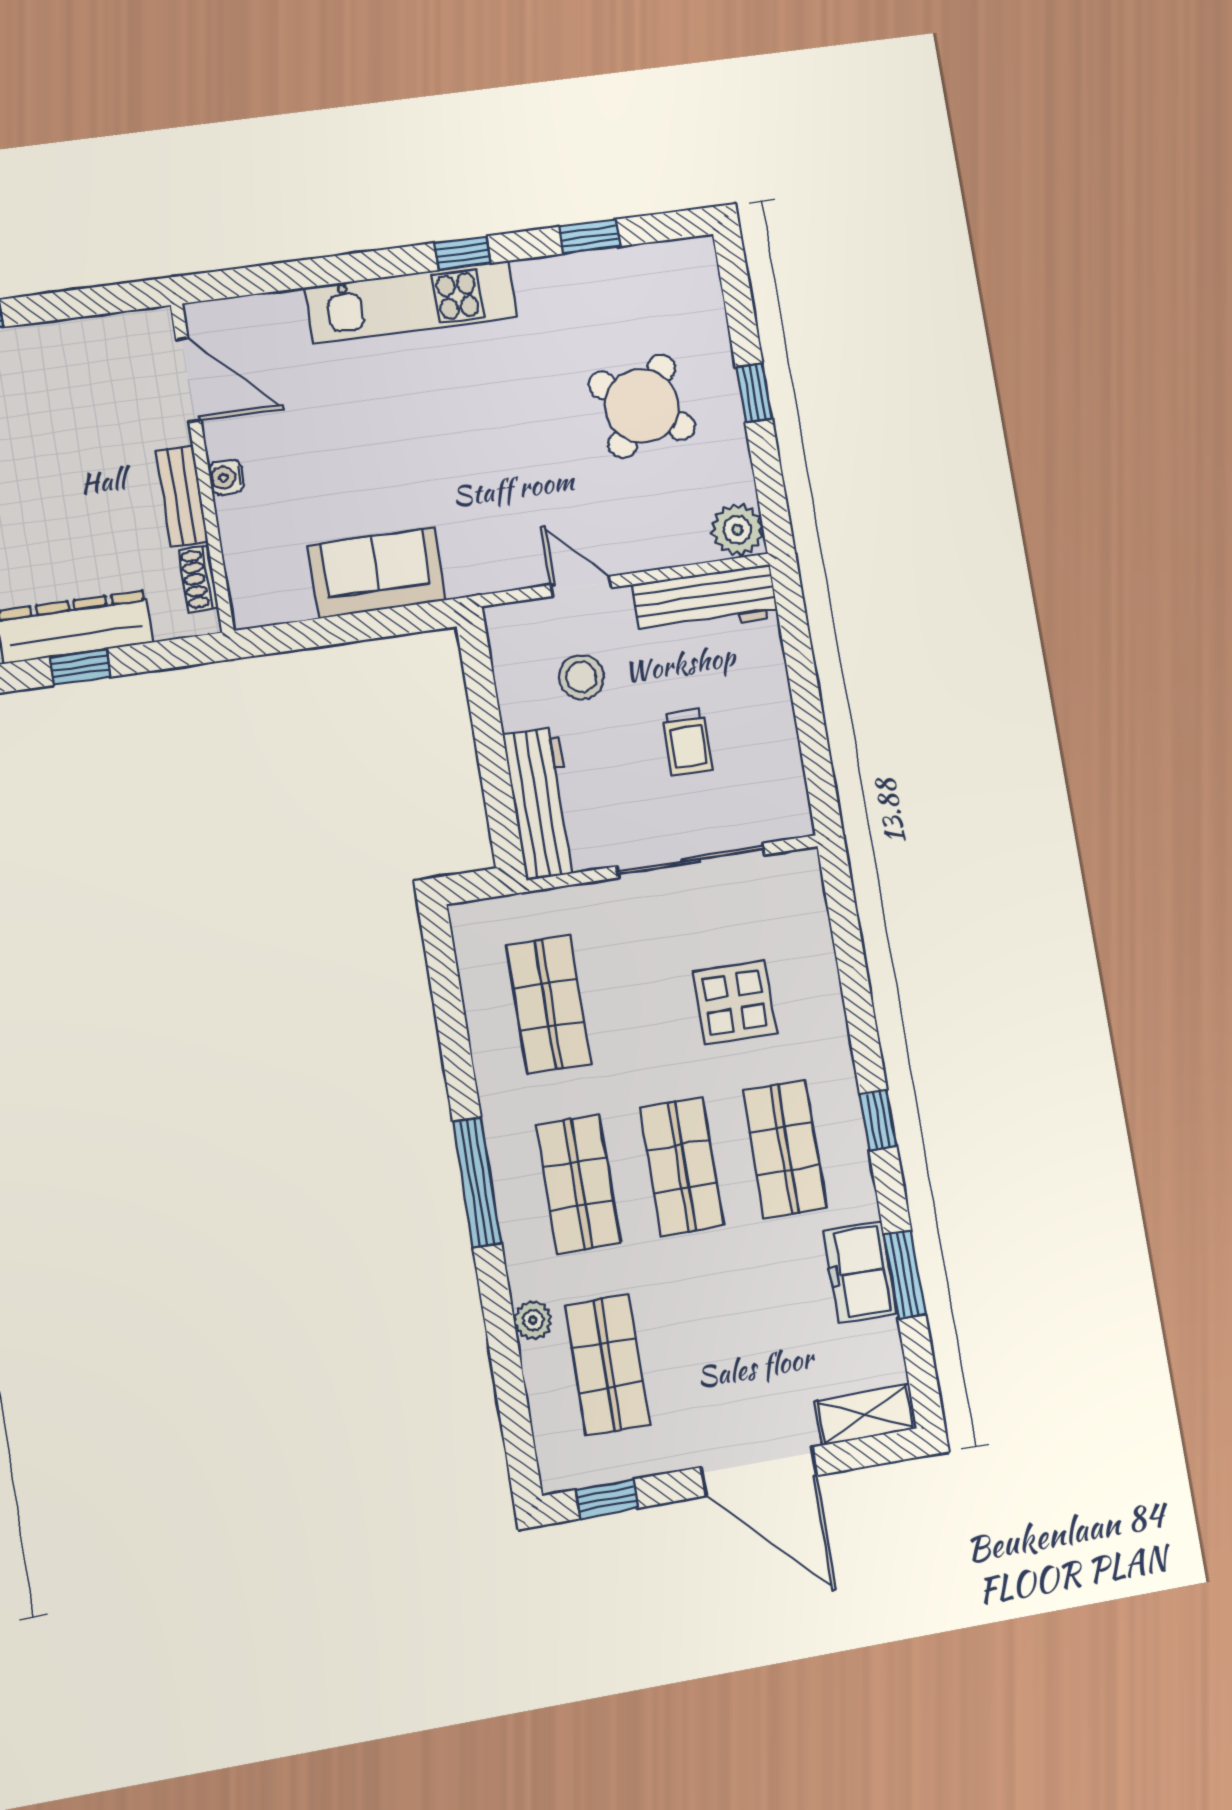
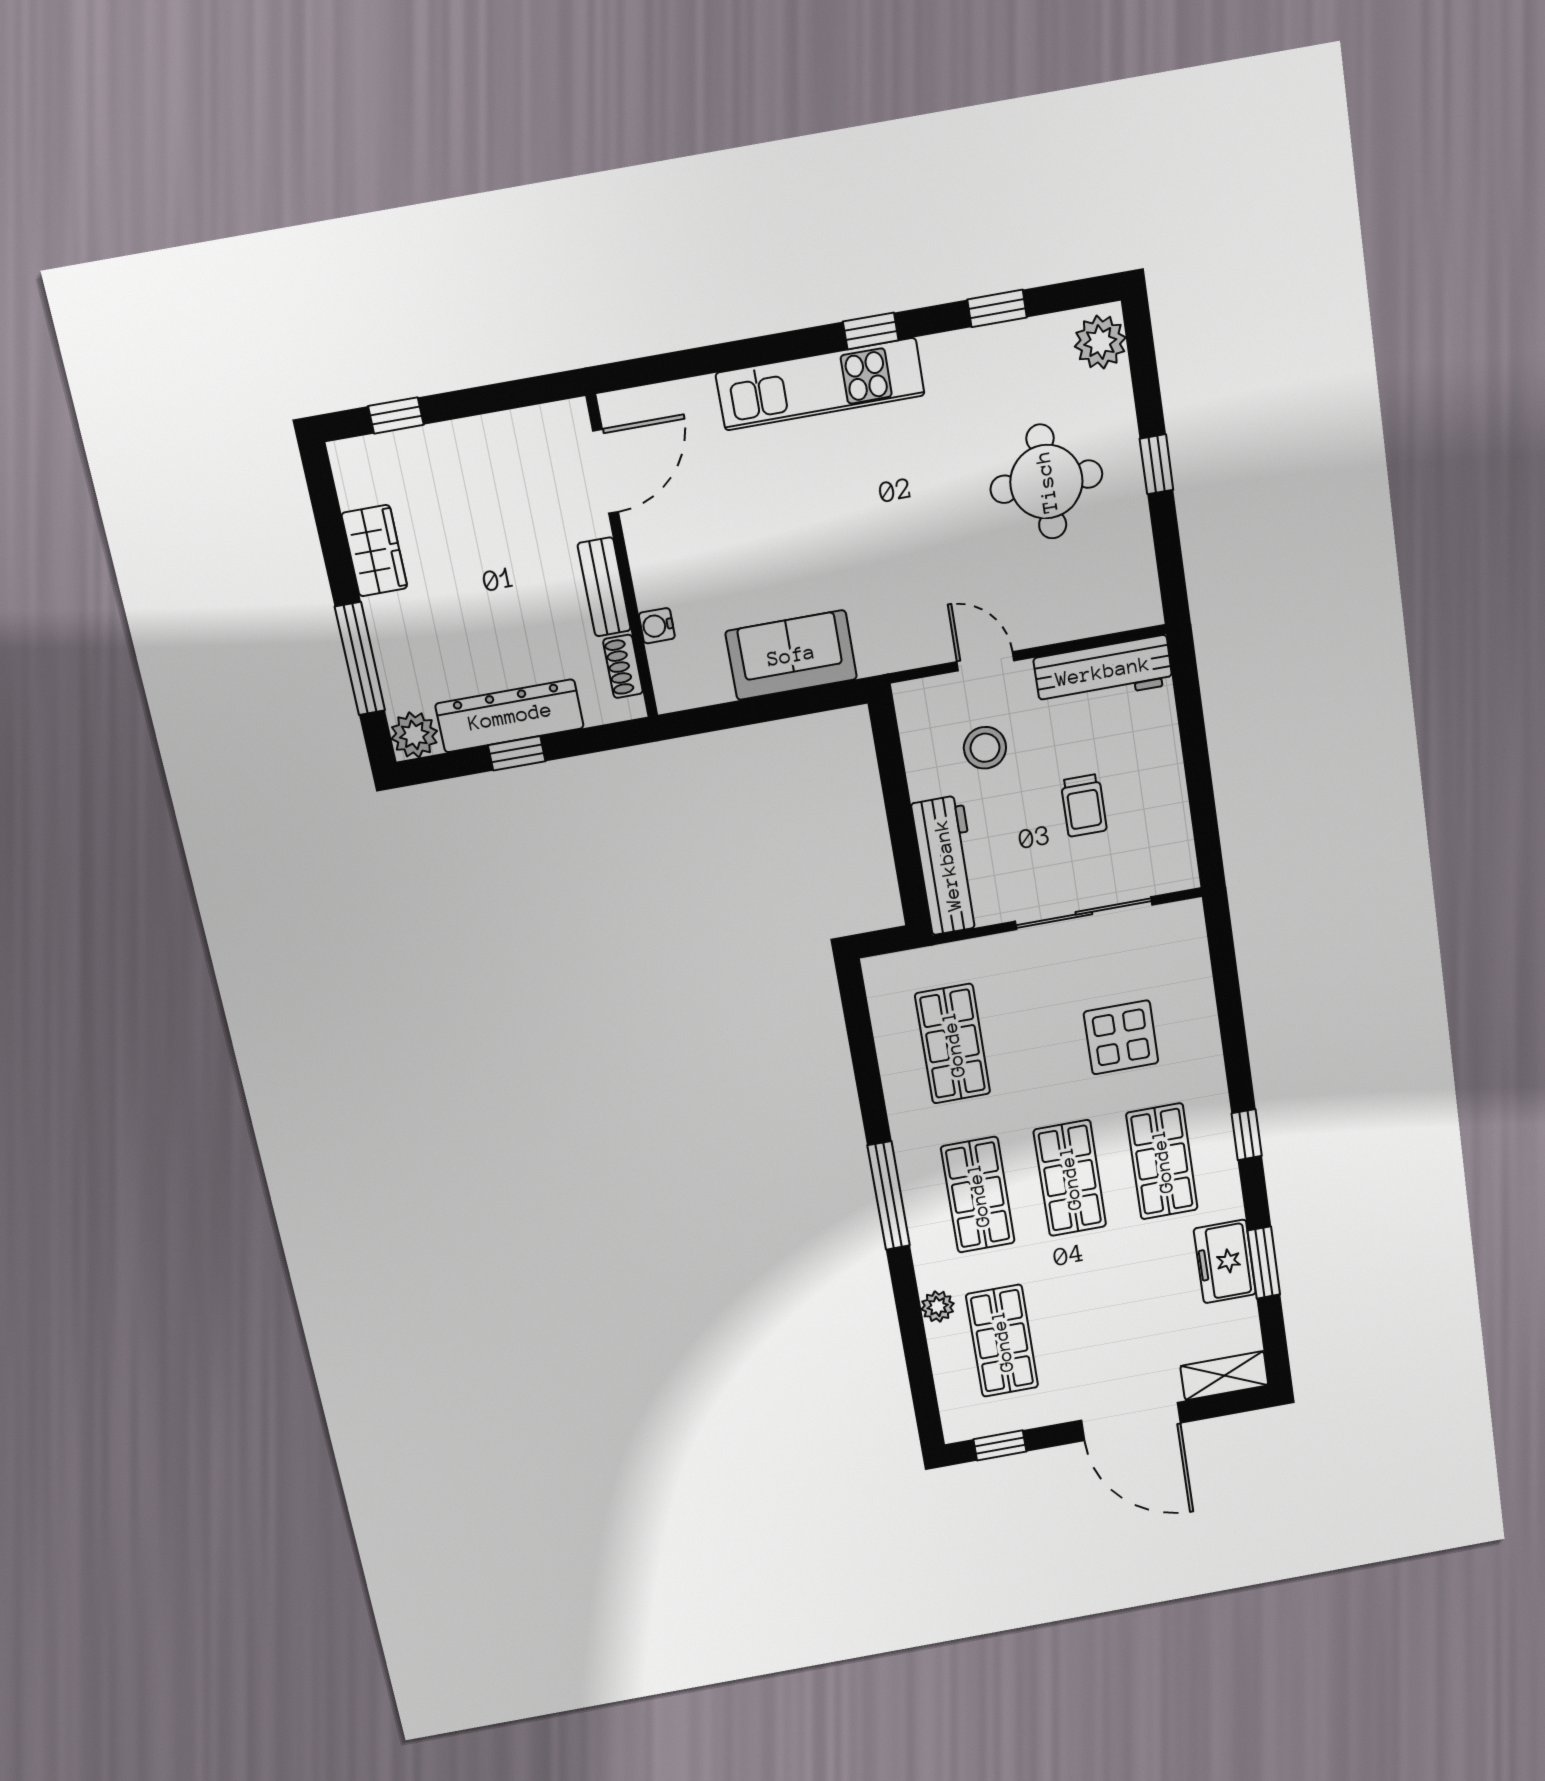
door: (188, 380) -> (606, 471), hinge flipped
round table: (642, 406) -> (1046, 482), turned -36
water cooler: (226, 477) -> (657, 626), moved
plant: (737, 530) -> (1100, 342), moved

